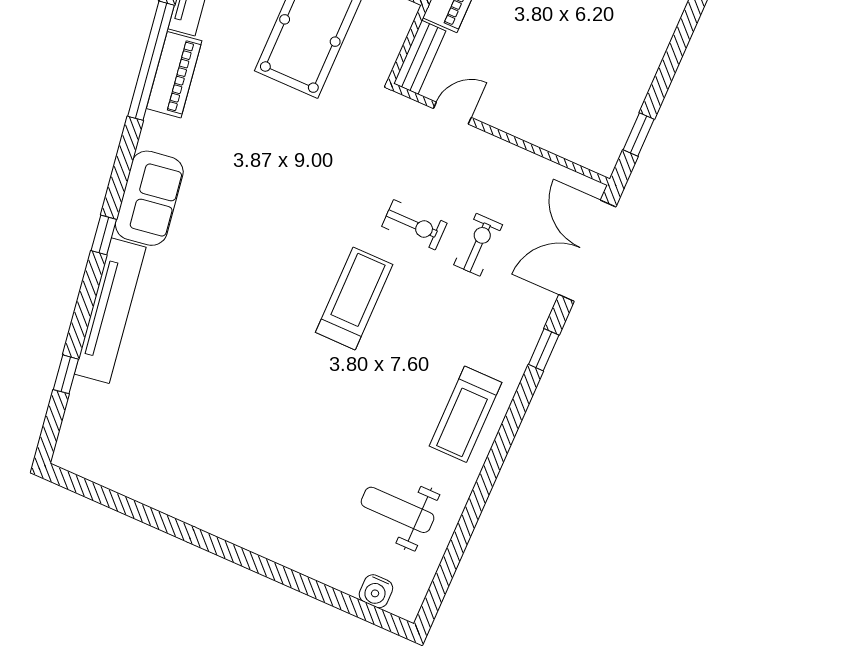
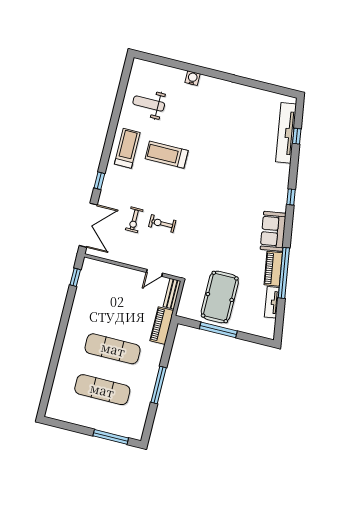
sofa: (149, 198) -> (273, 231), moved
treadmill: (354, 298) -> (167, 155), moved, turned 90
tv unit: (110, 311) -> (286, 133), moved
weight bench: (398, 510) -> (149, 104), turned 180
water cooler: (376, 591) -> (192, 78), moved

